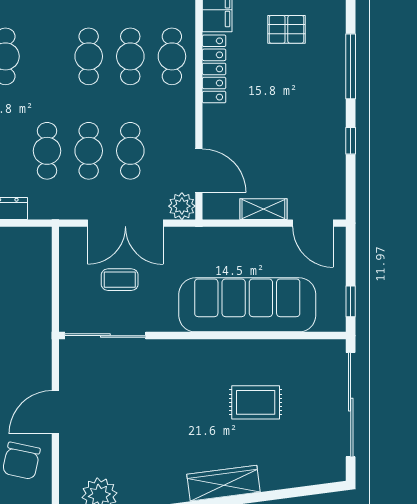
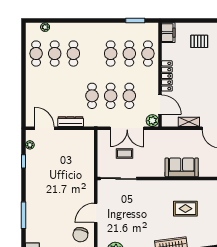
locker: (214, 69) -> (167, 76), moved
sofa: (247, 305) -> (182, 167), width x0.54, depth x0.79

